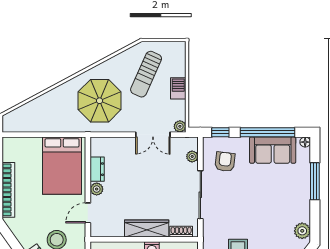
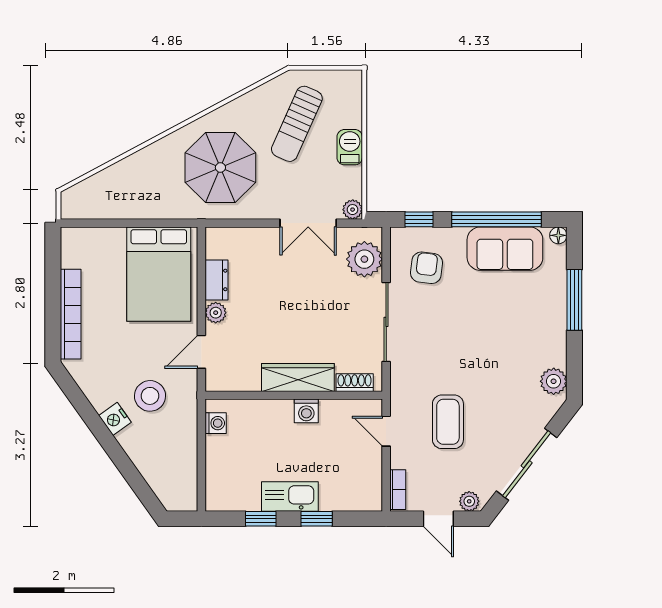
plant: (192, 156) -> (364, 259), width x1.88, depth x1.88

